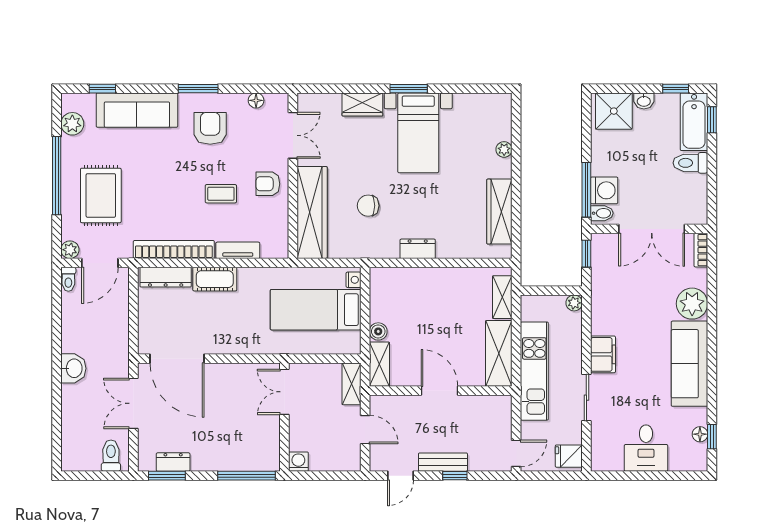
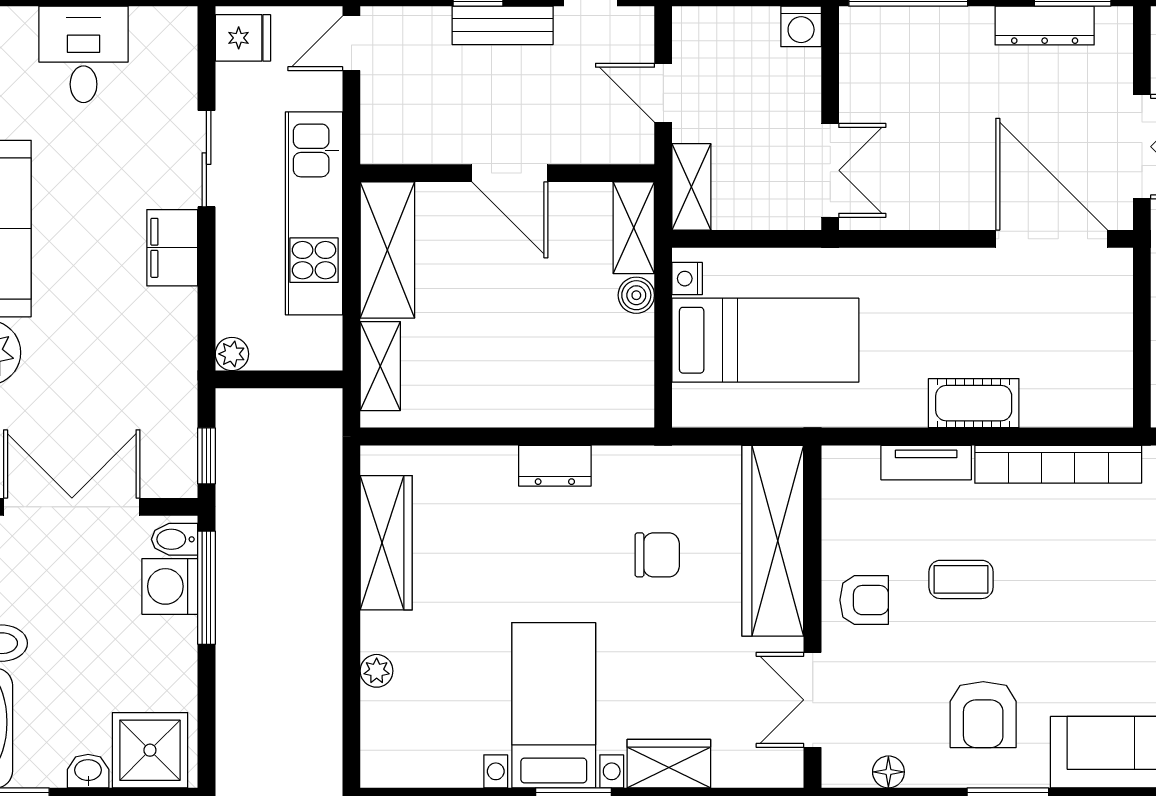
dresser: (166, 277) -> (1075, 407), removed
nightstand: (354, 280) -> (687, 279), moved
dresser: (173, 462) -> (1045, 26), width x1.44

